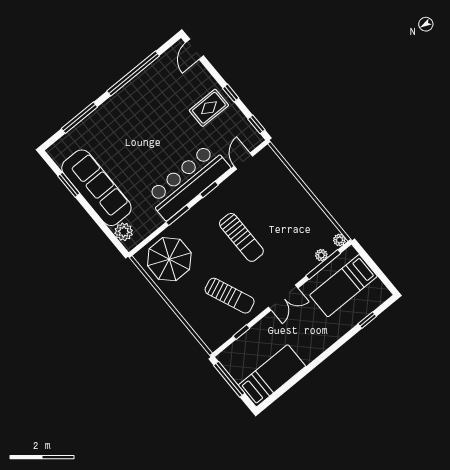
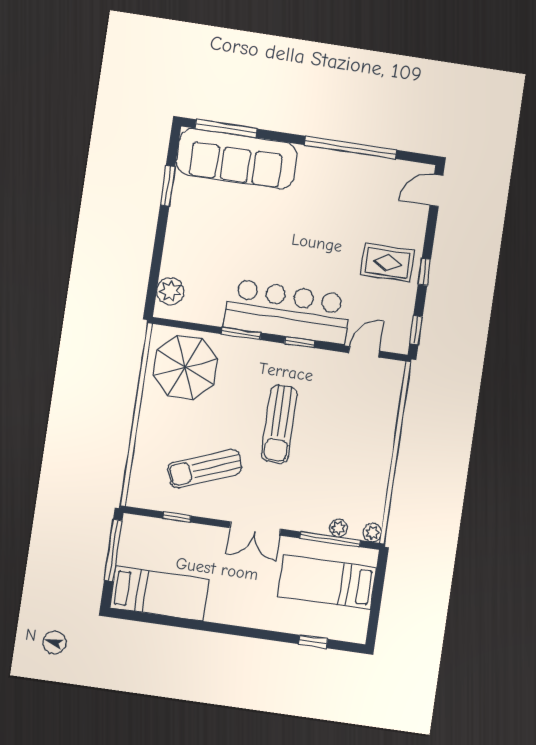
window: (79, 118) -> (226, 129), moved
sofa: (96, 188) -> (237, 159), moved, turned 90
sun lounger: (230, 296) -> (205, 469), turned 92

